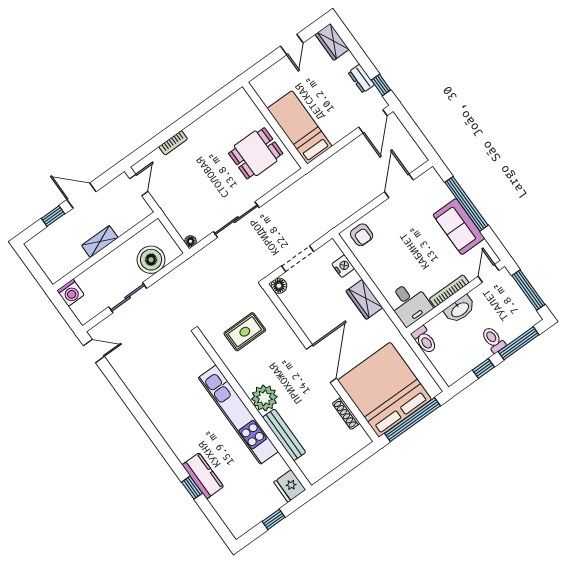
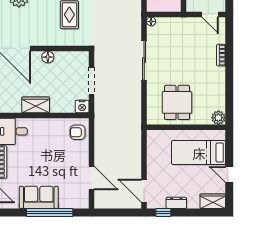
plant: (240, 99) -> (218, 118), added
bed: (300, 127) -> (199, 153), moved, turned 180
nightstand: (343, 266) -> (82, 106), moved
floor lamp: (279, 286) -> (48, 57), moved

